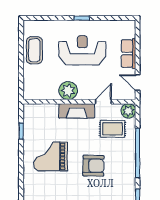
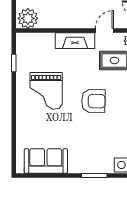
plant: (68, 91) -> (28, 18), moved
grand piano: (50, 156) -> (46, 91), turned -90

